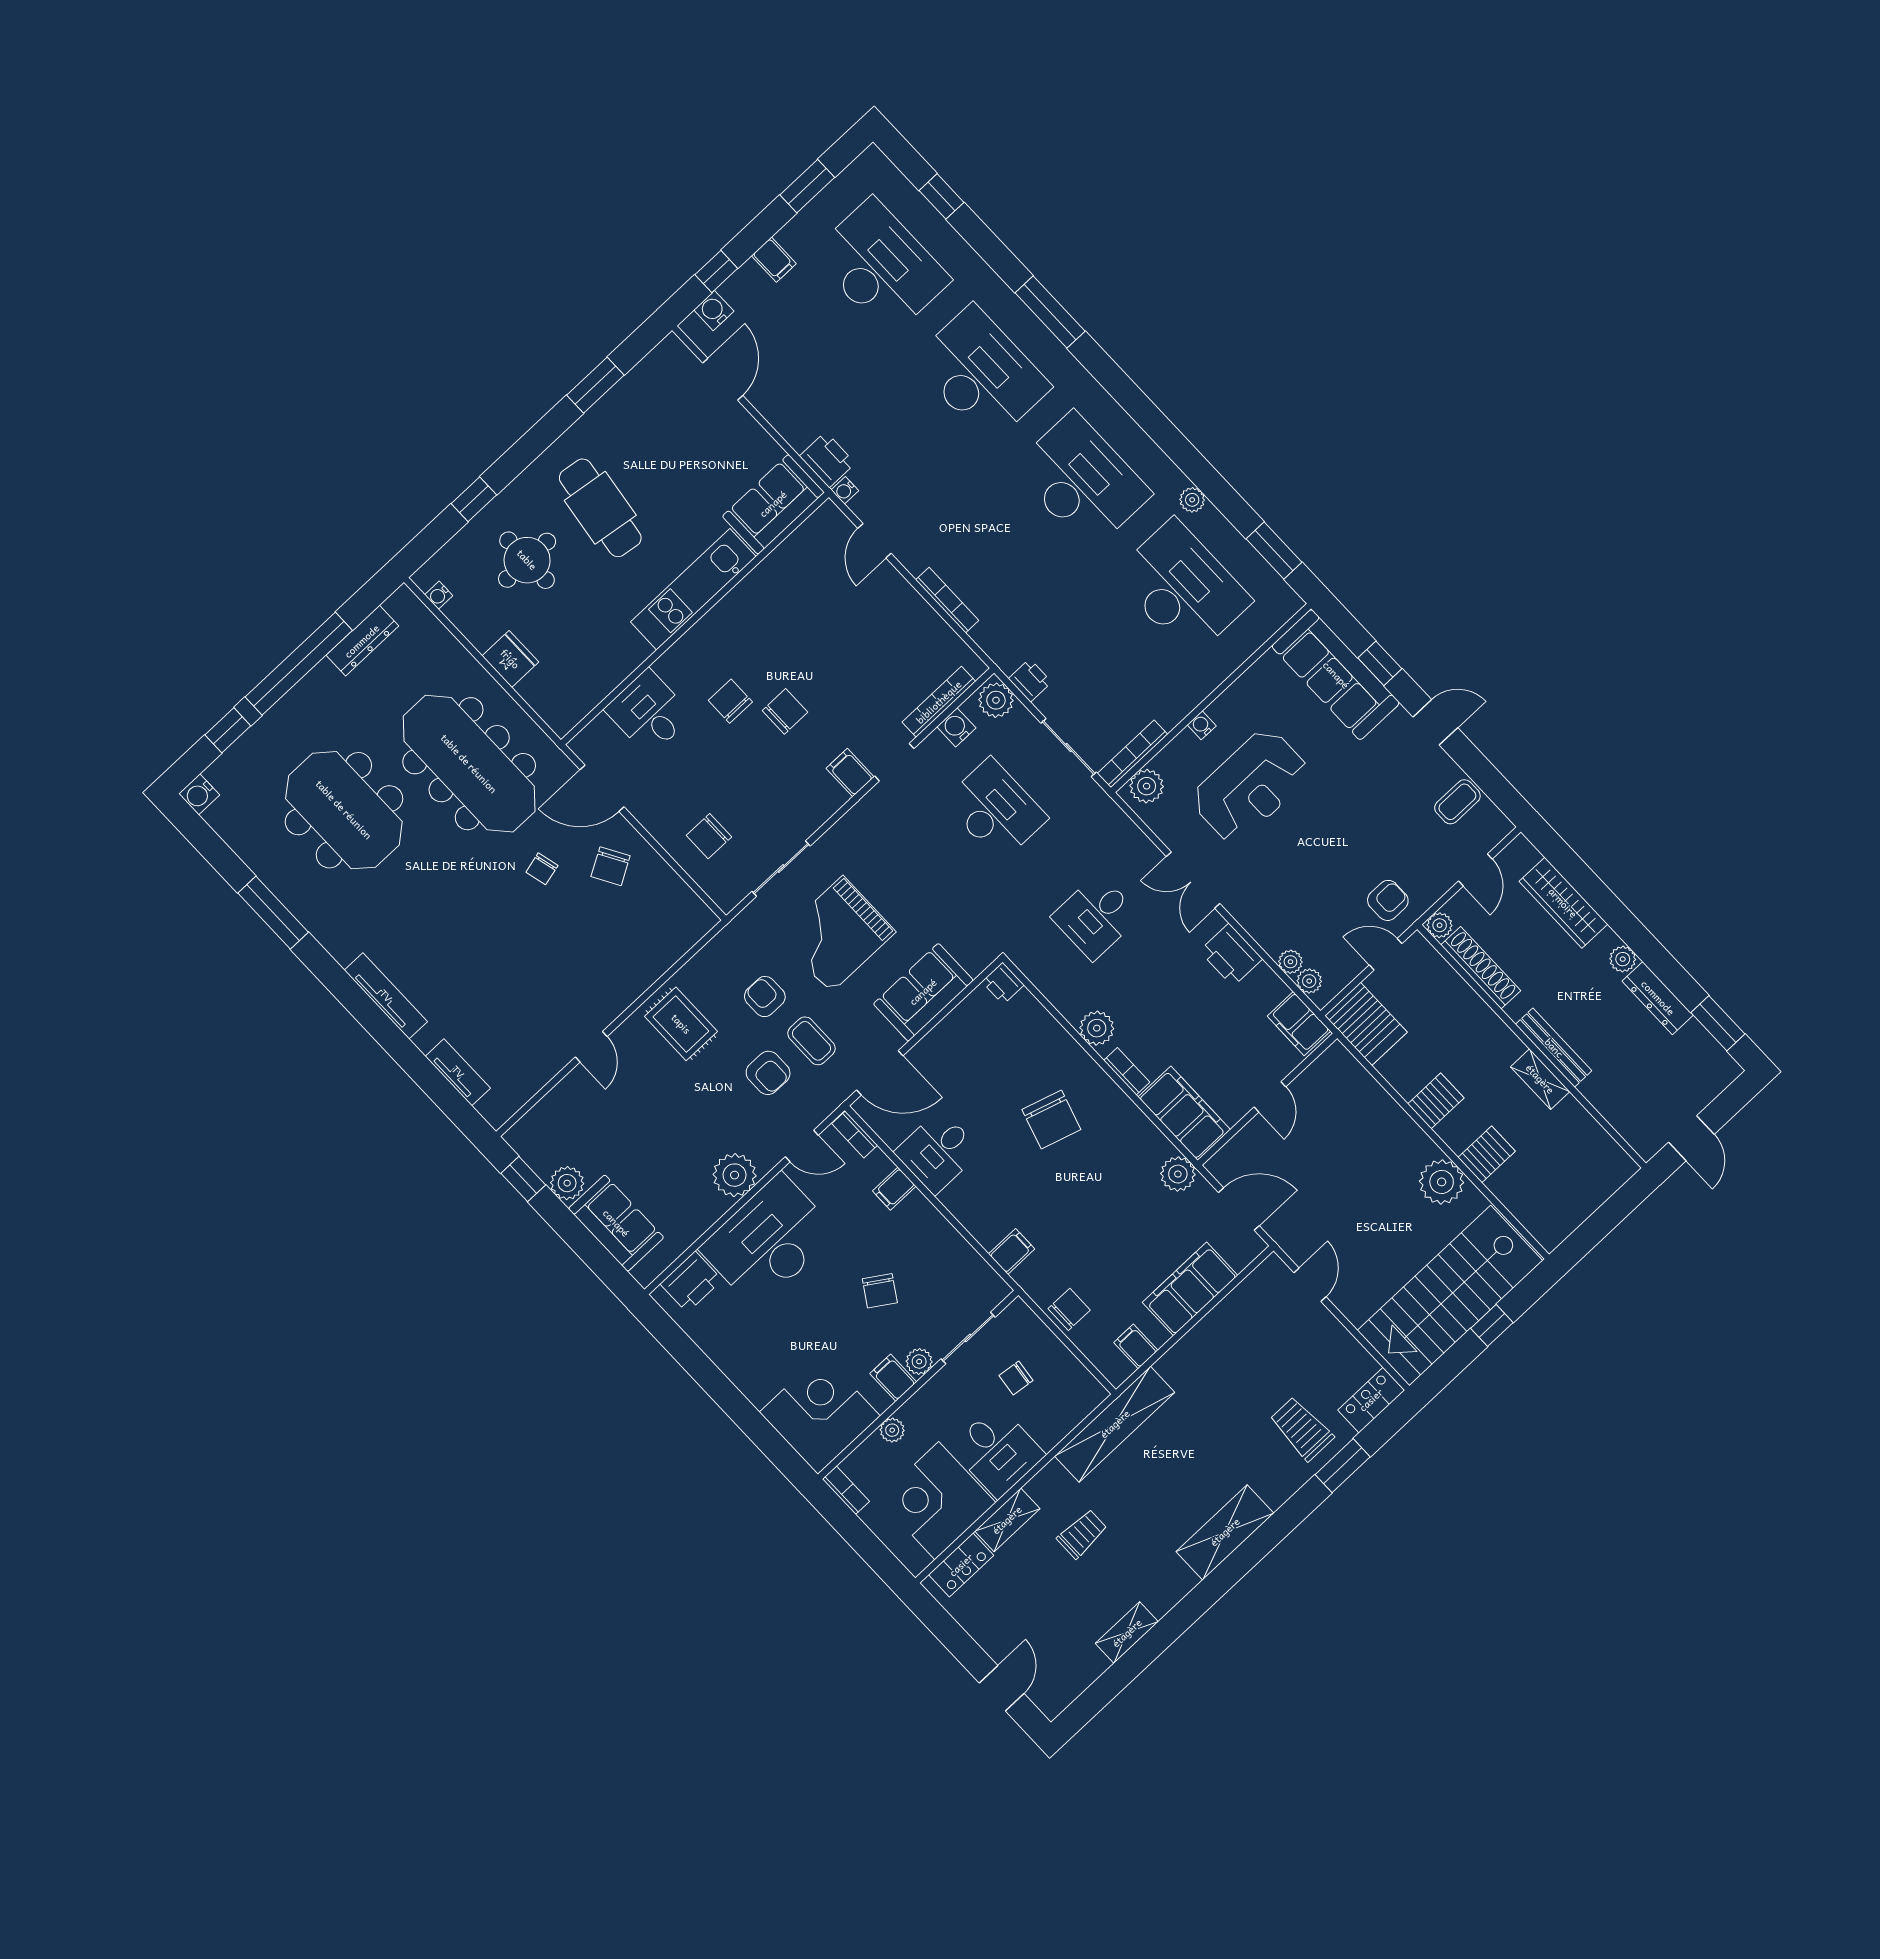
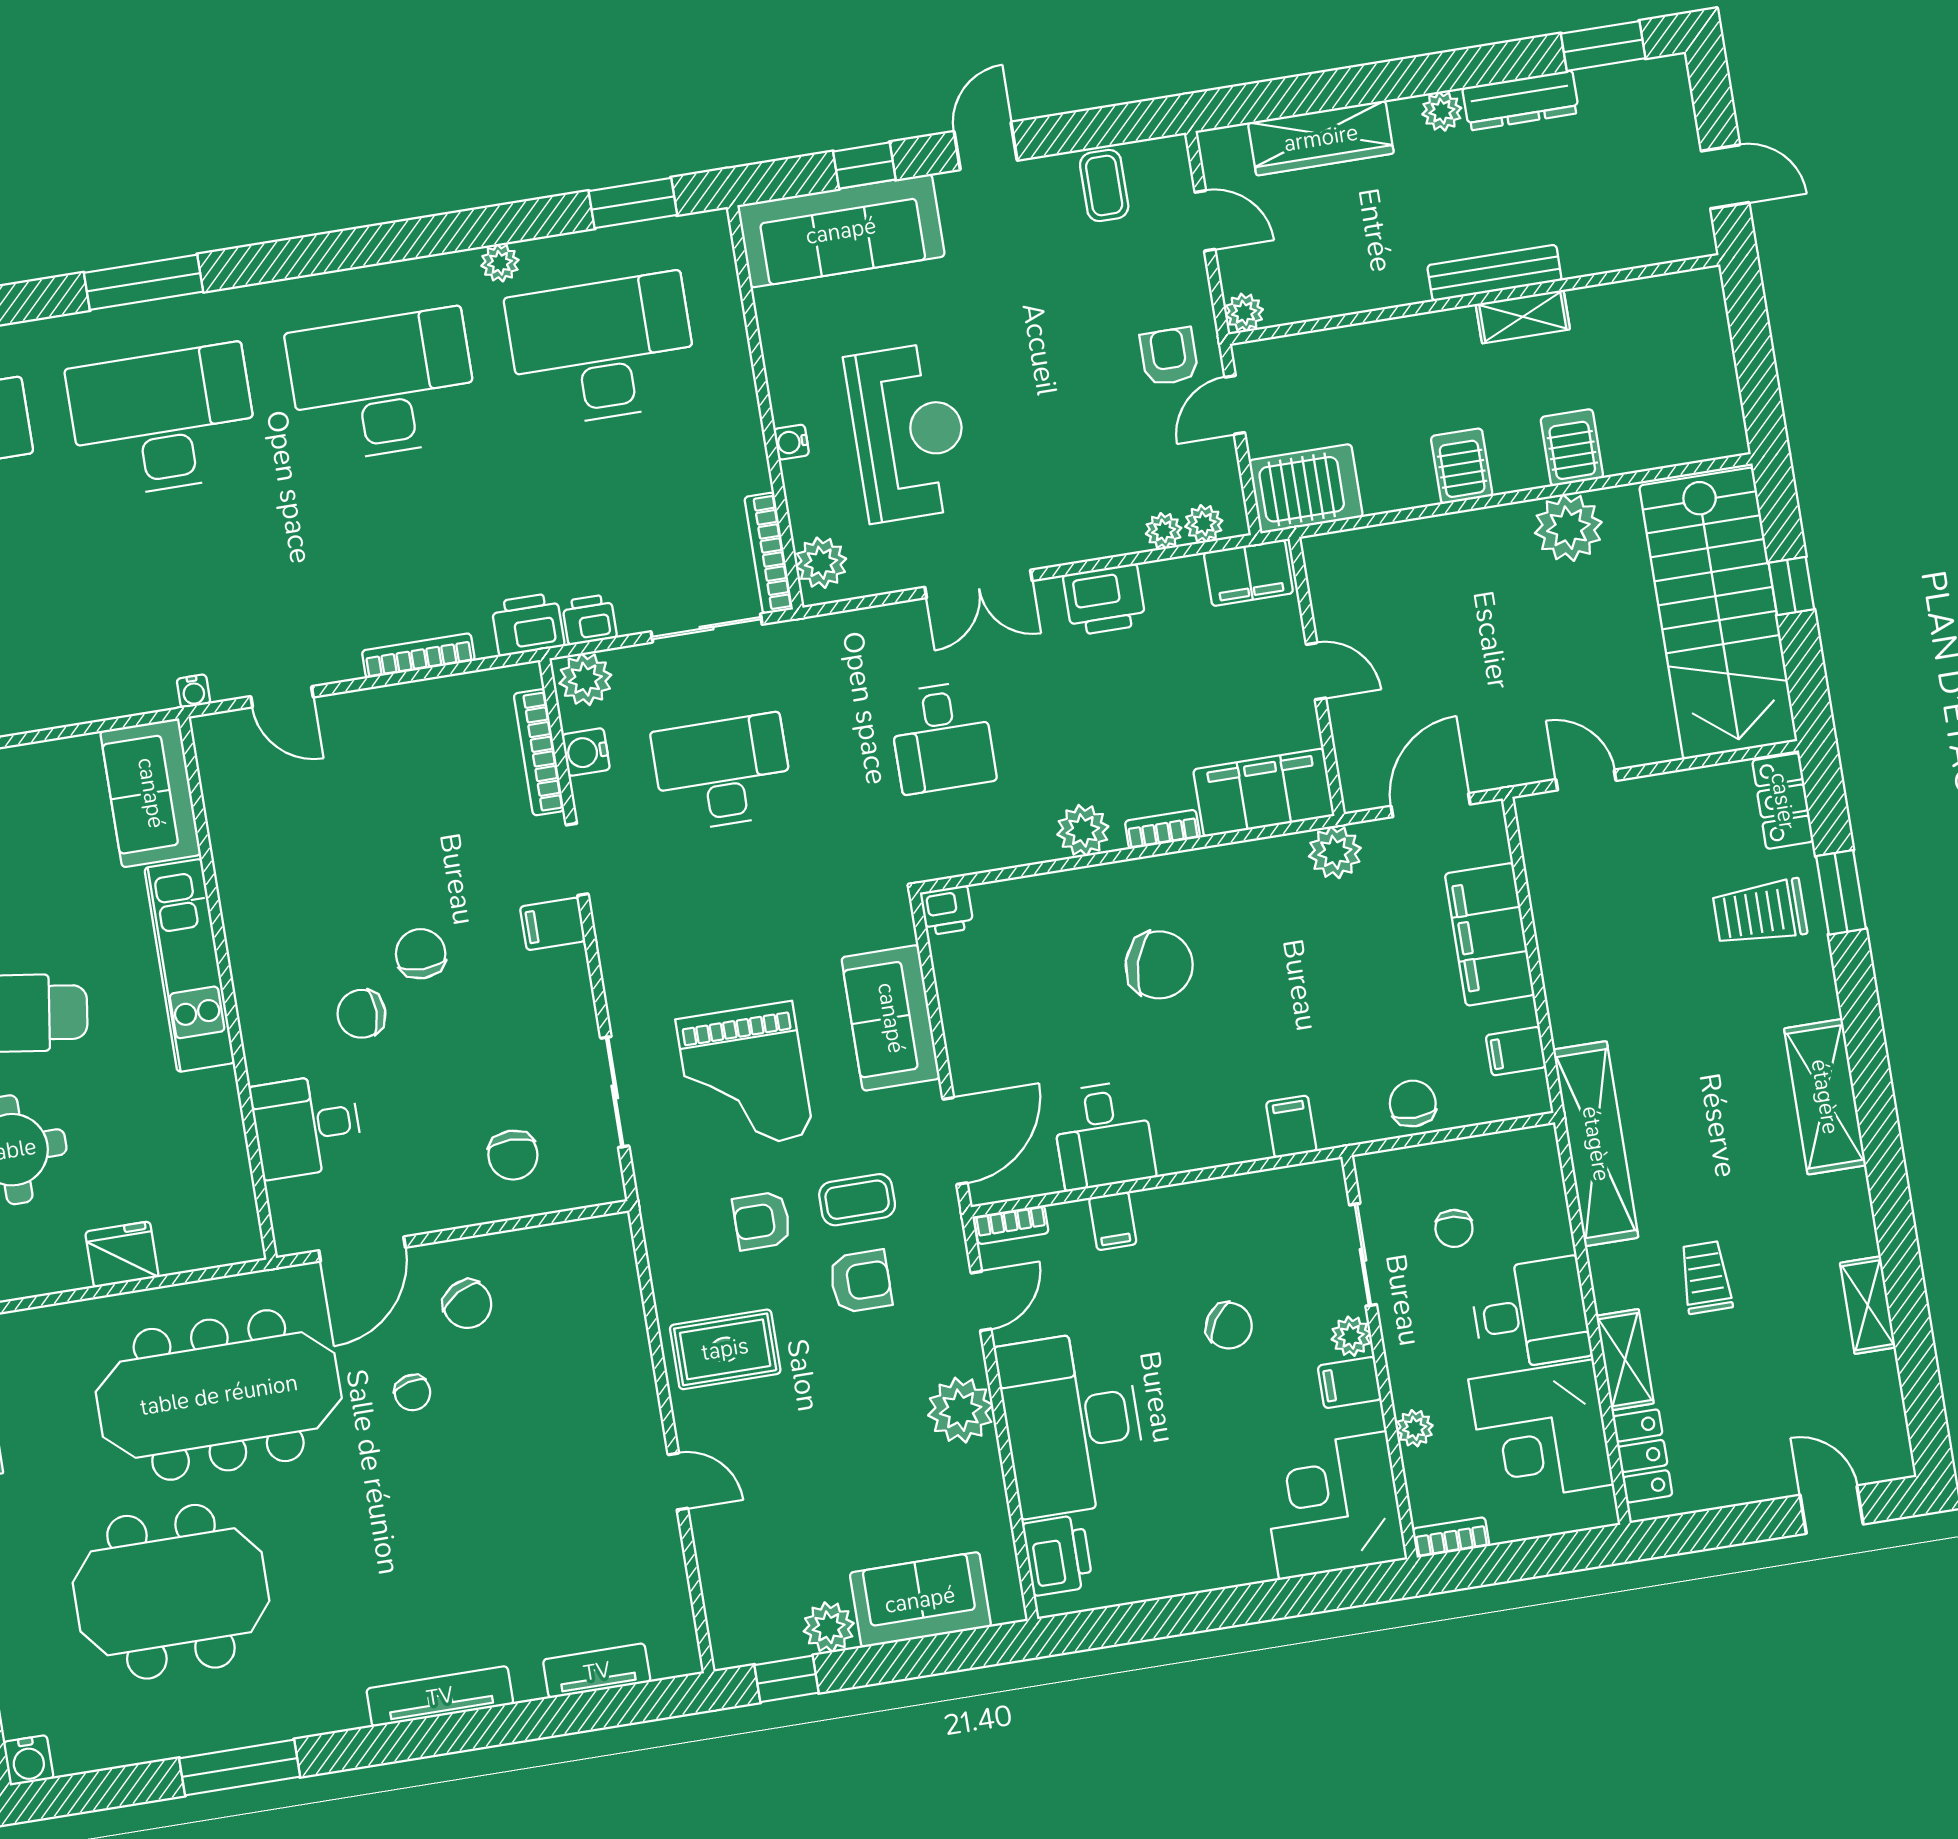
printer: (827, 460) -> (528, 624), moved
shoe rack: (1481, 968) -> (1332, 297), removed

